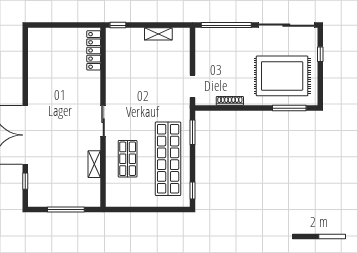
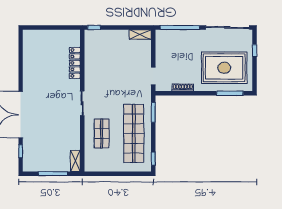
shelving: (158, 34) -> (140, 34), moved
locker: (94, 50) -> (75, 63), moved
shelving: (94, 164) -> (75, 161), moved

